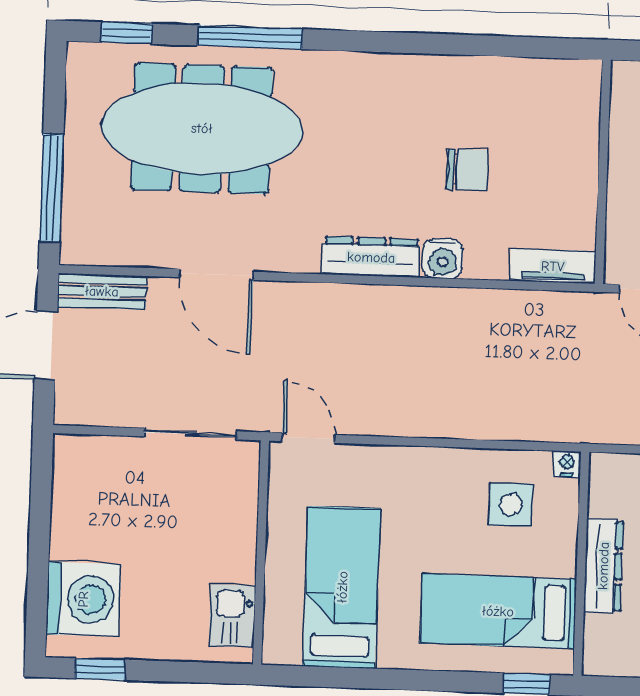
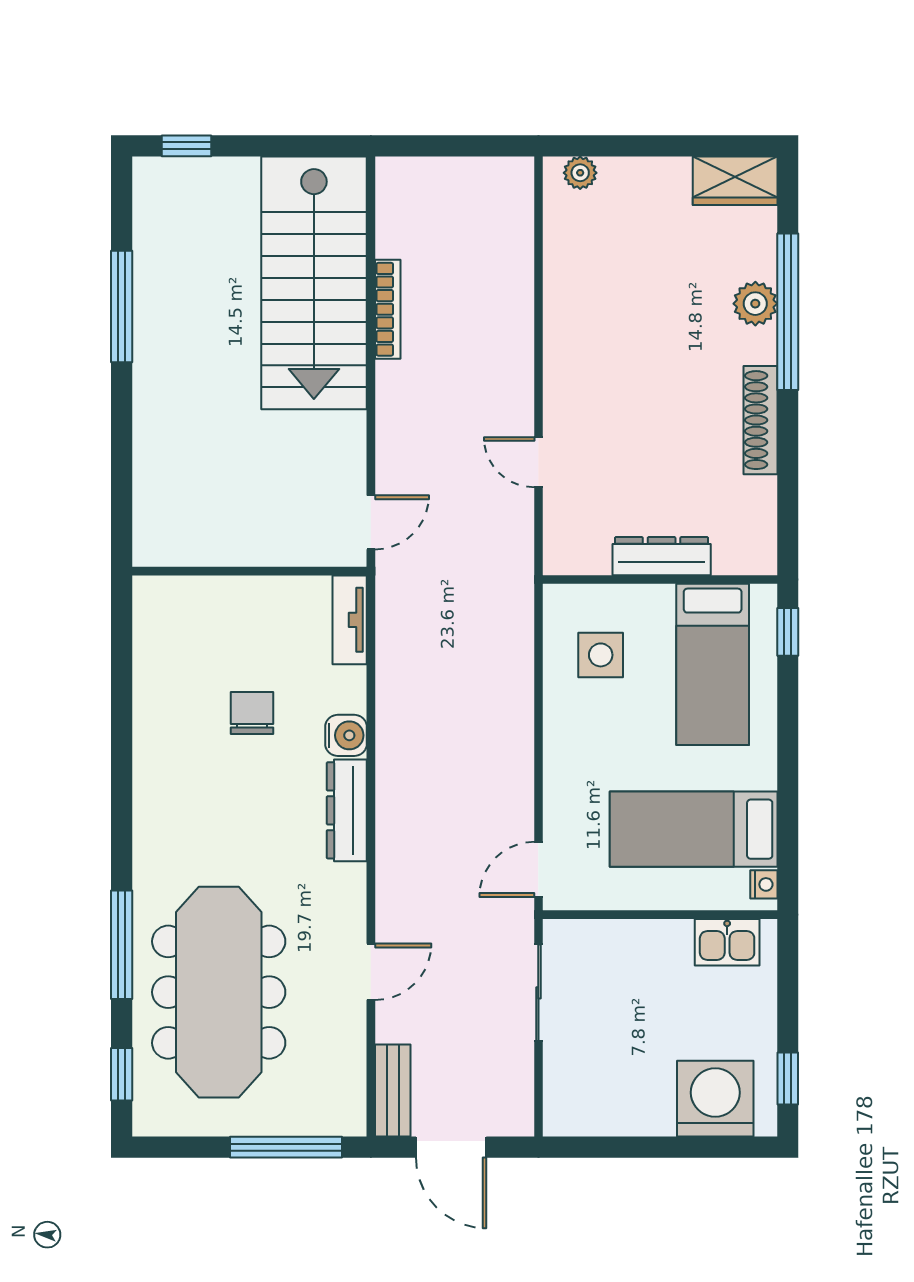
door: (216, 275) -> (371, 972), width x0.73
nightstand: (567, 464) -> (764, 884), moved, turned 180

